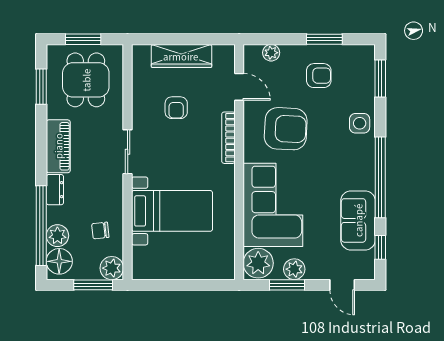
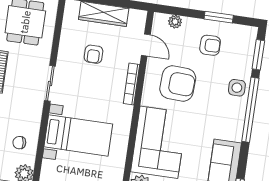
window: (380, 177) -> (250, 110), moved

